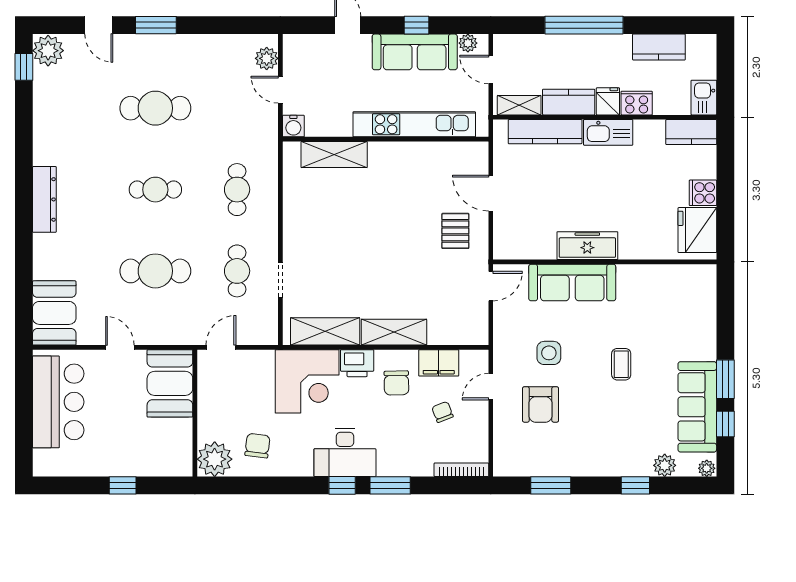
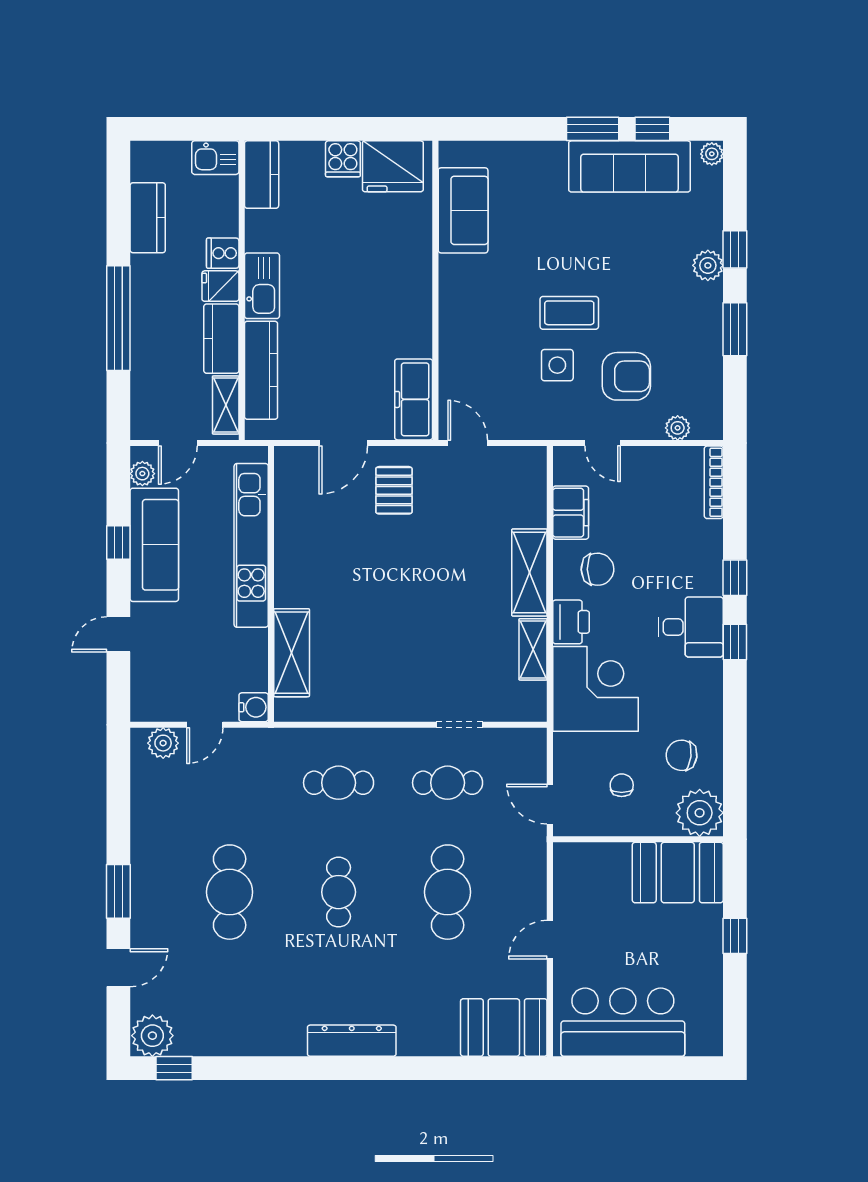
cooker: (637, 103) -> (223, 253), width x0.73
pallet: (455, 231) -> (394, 490), turned 90
freezer: (587, 246) -> (414, 399), moved
sofa: (572, 283) -> (463, 210), moved, width x0.73
shelving: (325, 331) -> (533, 649), width x0.67, depth x0.75
coffee table: (621, 364) -> (569, 313), moved, width x1.36, depth x1.30
booth: (170, 383) -> (678, 873), moved
chair: (442, 412) -> (622, 785), moved, turned 111
plant: (502, 443) -> (678, 428), added
desk: (345, 452) -> (691, 627), width x0.73
plant: (665, 465) -> (708, 265), moved
window: (390, 485) -> (735, 578), width x0.67
window: (551, 485) -> (735, 329), moved

